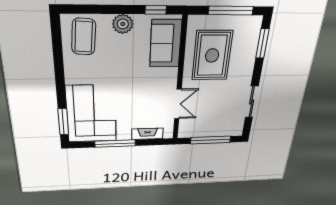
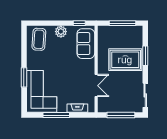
window: (262, 44) -> (145, 56), moved
rug: (212, 55) -> (125, 60), moved, turned 90
sliding door: (252, 102) -> (145, 95), moved
window: (63, 122) -> (24, 77), moved

